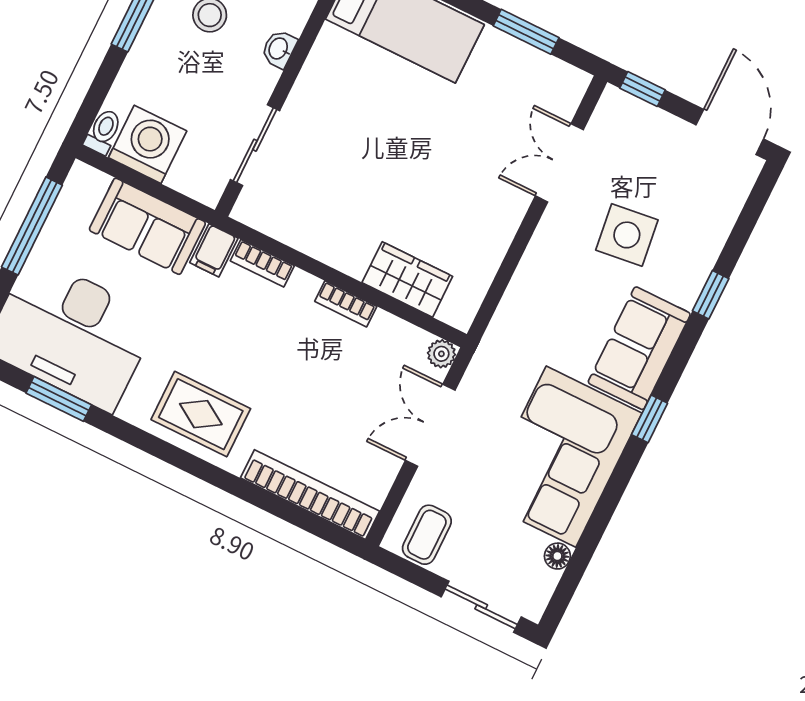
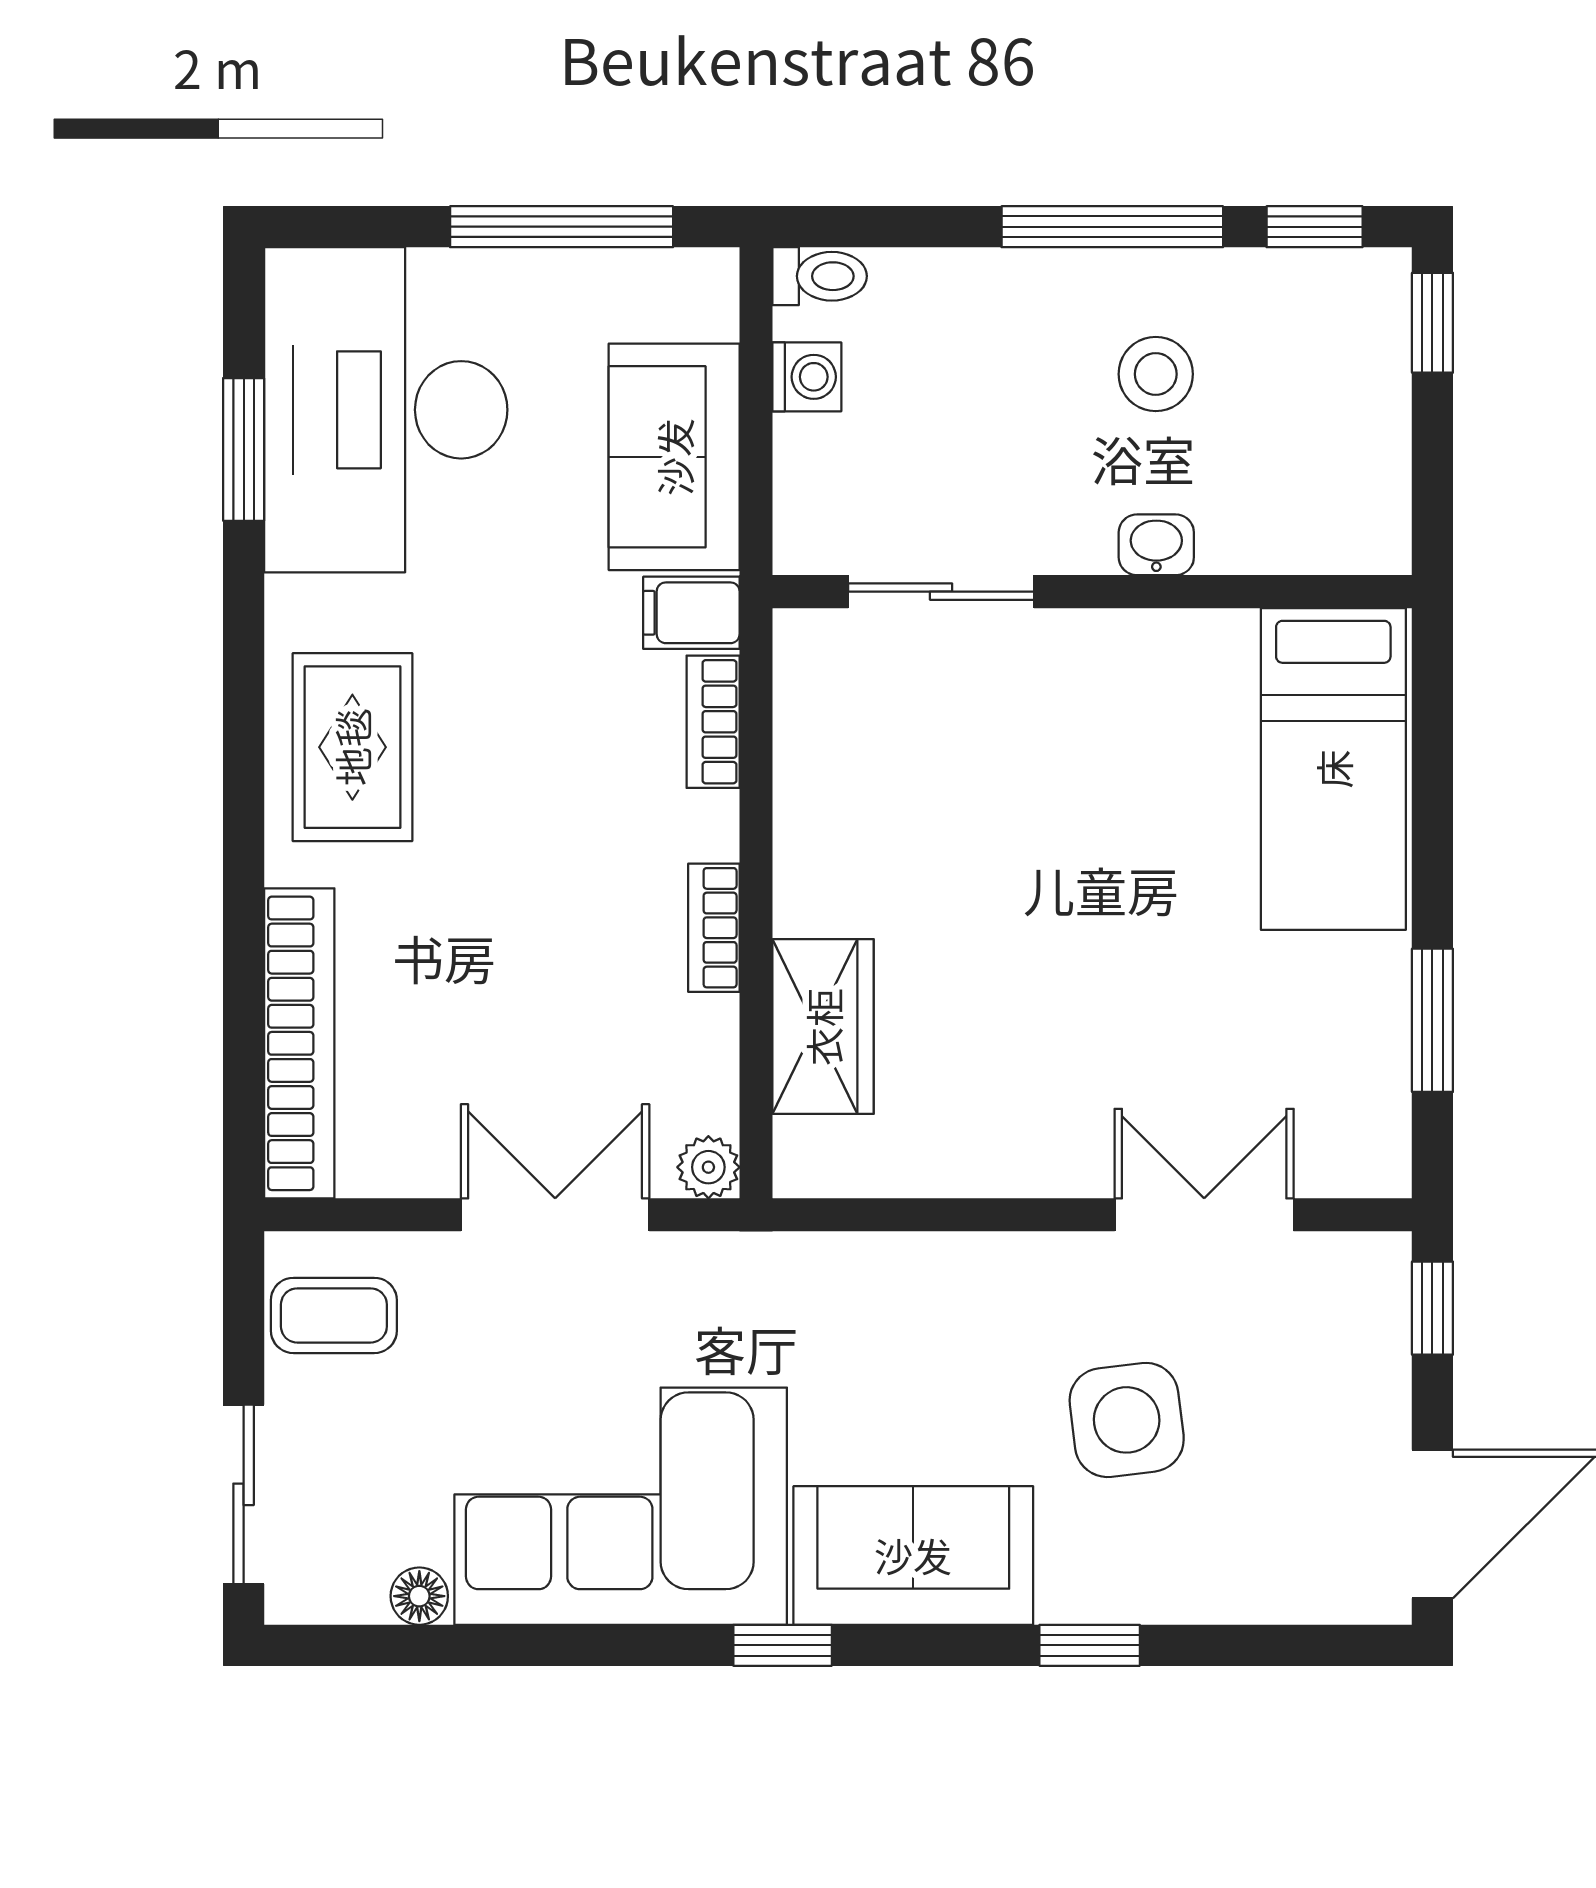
washing machine: (148, 144) -> (807, 377), width x0.53, depth x0.53

